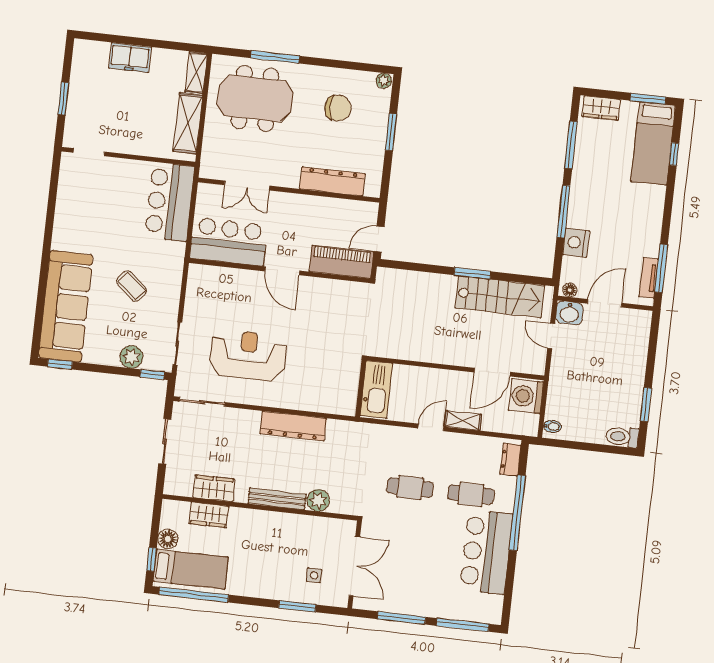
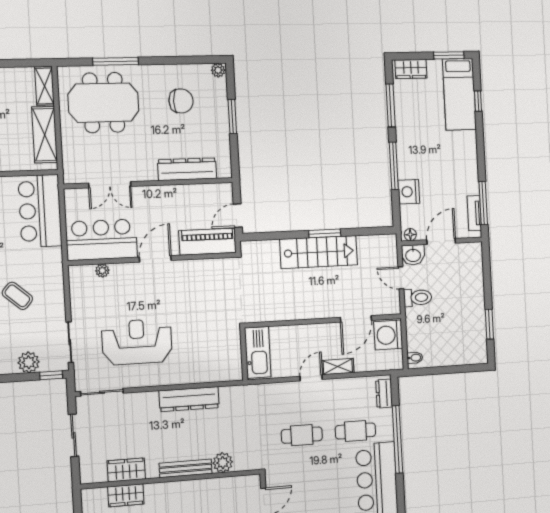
door: (282, 271) -> (155, 259), swing flipped
plant: (224, 274) -> (102, 271), added
stairs: (500, 297) -> (319, 252), moved
toilet: (622, 437) -> (418, 298), moved, turned 180

